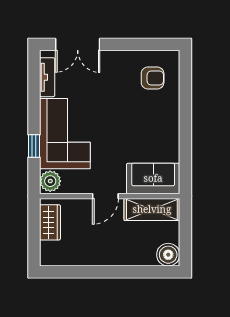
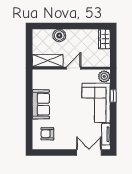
sofa: (153, 178) -> (41, 104), moved, turned -90
wardrobe: (50, 222) -> (104, 39), moved
boiler: (168, 255) -> (59, 35), moved

